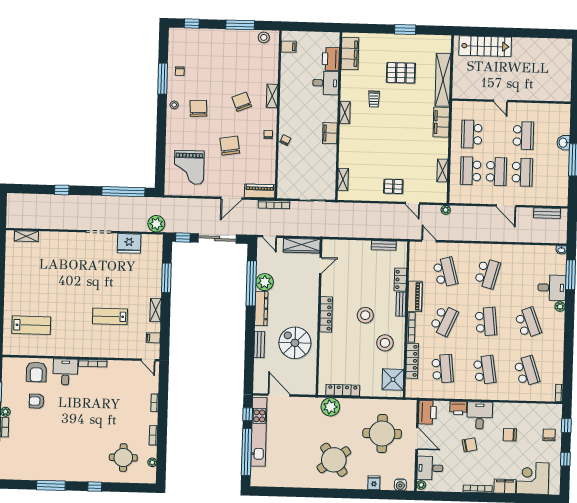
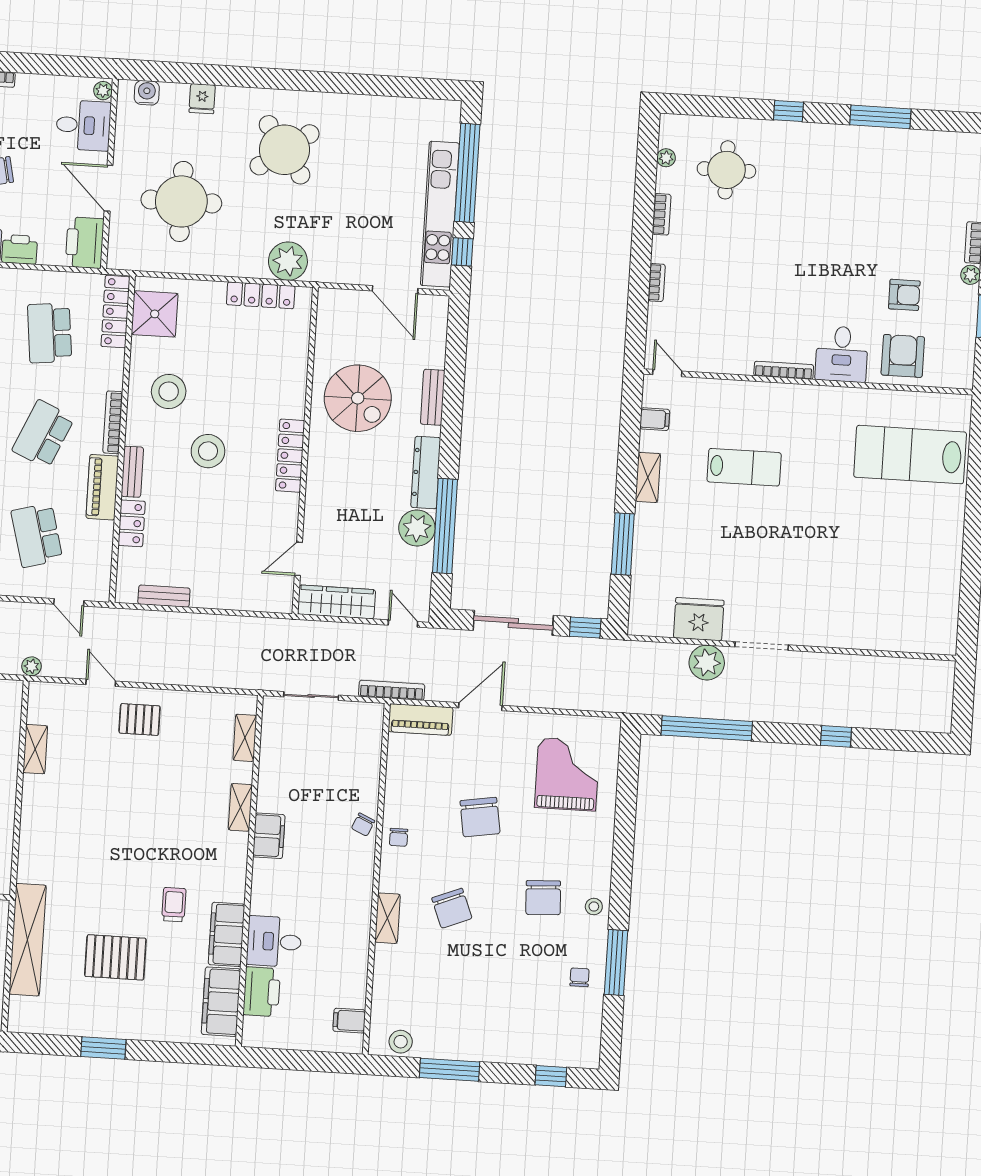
shelving: (345, 113) -> (240, 807), moved
filing cabinet: (441, 122) -> (227, 934), moved, turned 180
plant: (156, 224) -> (707, 663), moved
shelving: (26, 236) -> (914, 642), removed
lab bench: (31, 325) -> (910, 455), width x1.36, depth x1.39
locker: (412, 361) -> (115, 312), moved

